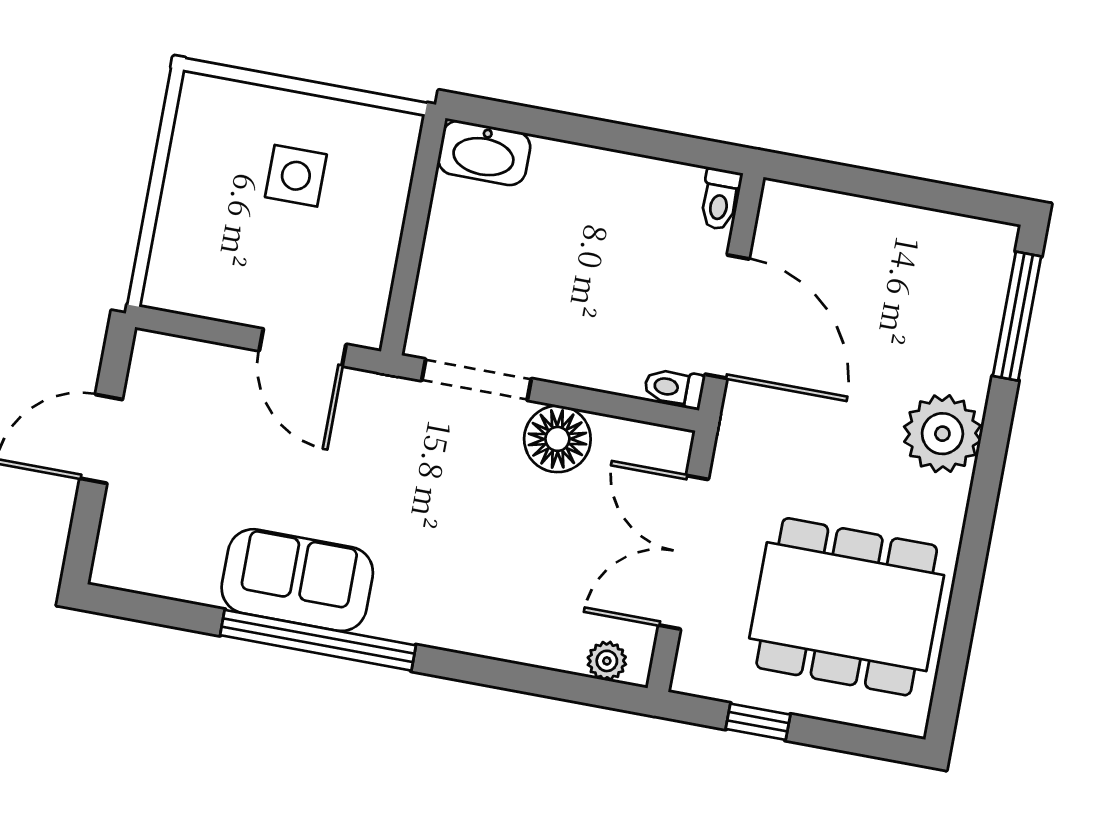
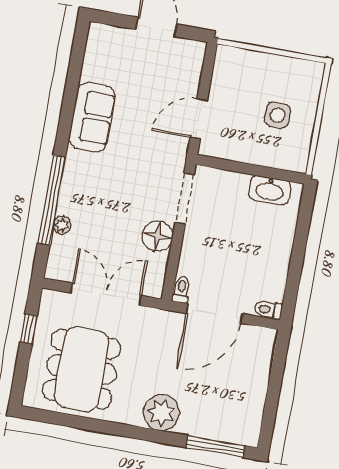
washbasin: (484, 153) -> (270, 190), moved, turned -90
window: (318, 640) -> (52, 200), moved
plant: (607, 661) -> (62, 225), moved

